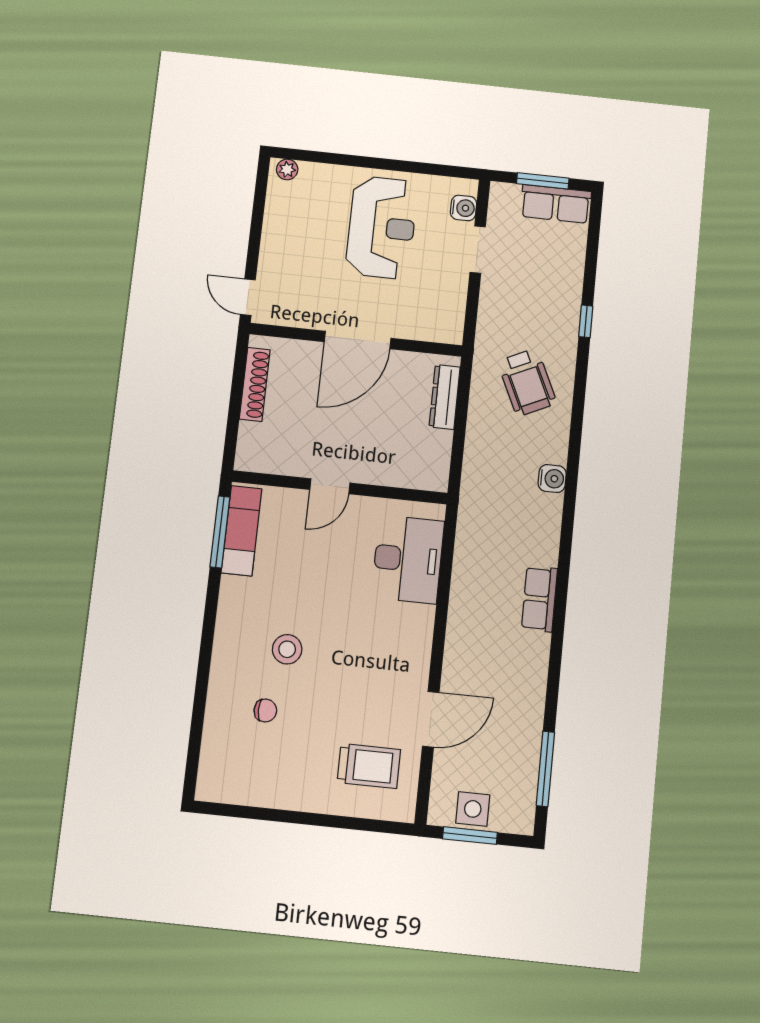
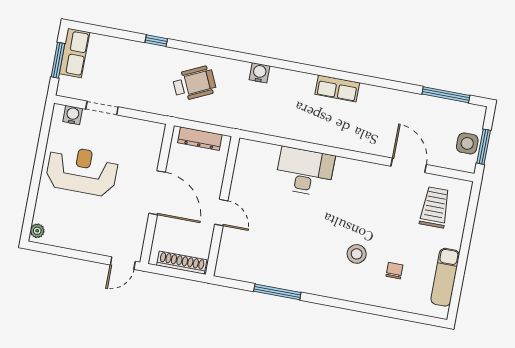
door: (330, 486) -> (221, 213), moved
wall: (340, 487) -> (223, 206), moved
exam couch: (241, 531) -> (445, 277), moved, turned -90

